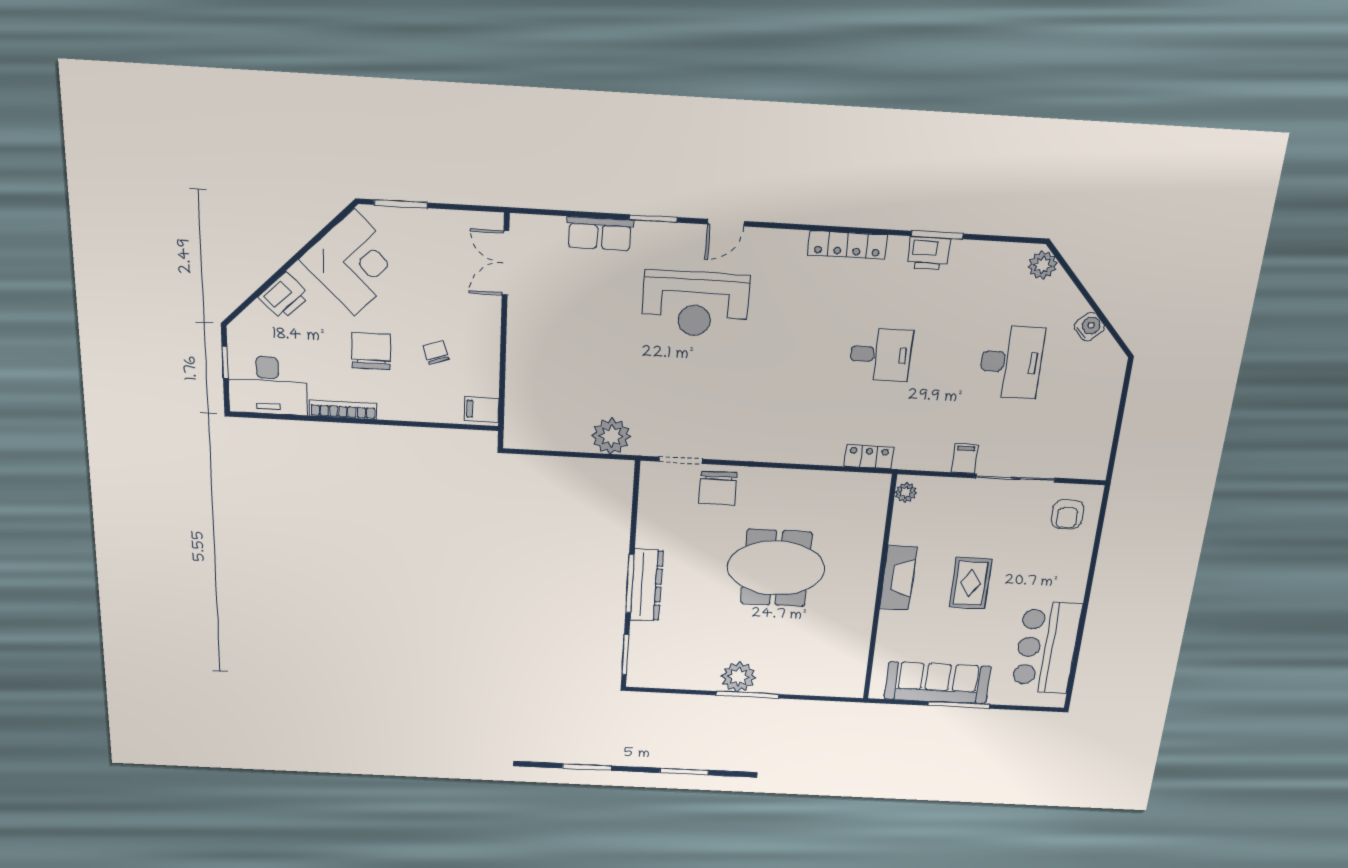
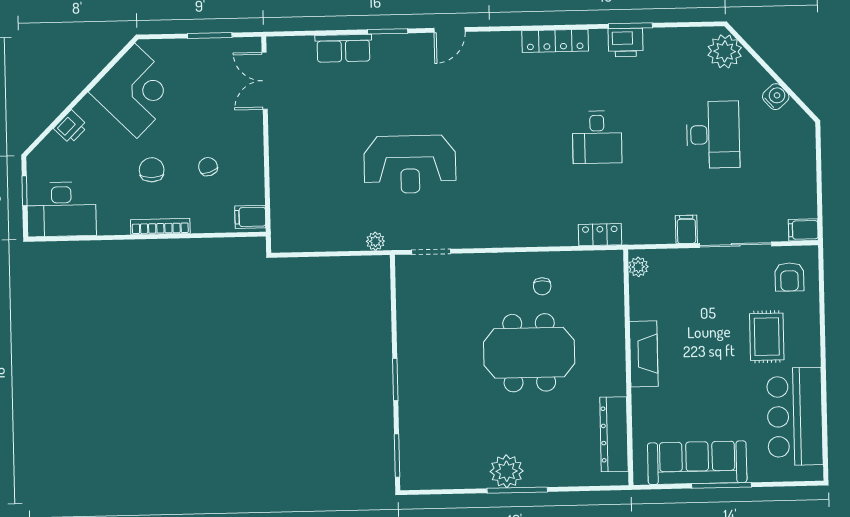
window: (401, 204) -> (210, 35), moved
plant: (1042, 265) -> (725, 51), width x1.36, depth x1.36
printer: (284, 296) -> (71, 127), width x0.73, depth x0.81
reception desk: (695, 304) -> (410, 164), moved
chair: (371, 351) -> (152, 170), width x0.73, depth x0.73
desk: (881, 355) -> (597, 137), turned 90
bookcase: (343, 410) -> (160, 226), moved
plant: (611, 436) -> (375, 241), width x0.53, depth x0.53
filing cabinet: (1092, 469) -> (803, 230), added
chair: (718, 488) -> (542, 286), moved, width x0.54, depth x0.54
window: (630, 583) -> (395, 380), width x0.69
rug: (970, 583) -> (767, 337), moved
dresser: (647, 585) -> (614, 434), moved, turned 180

